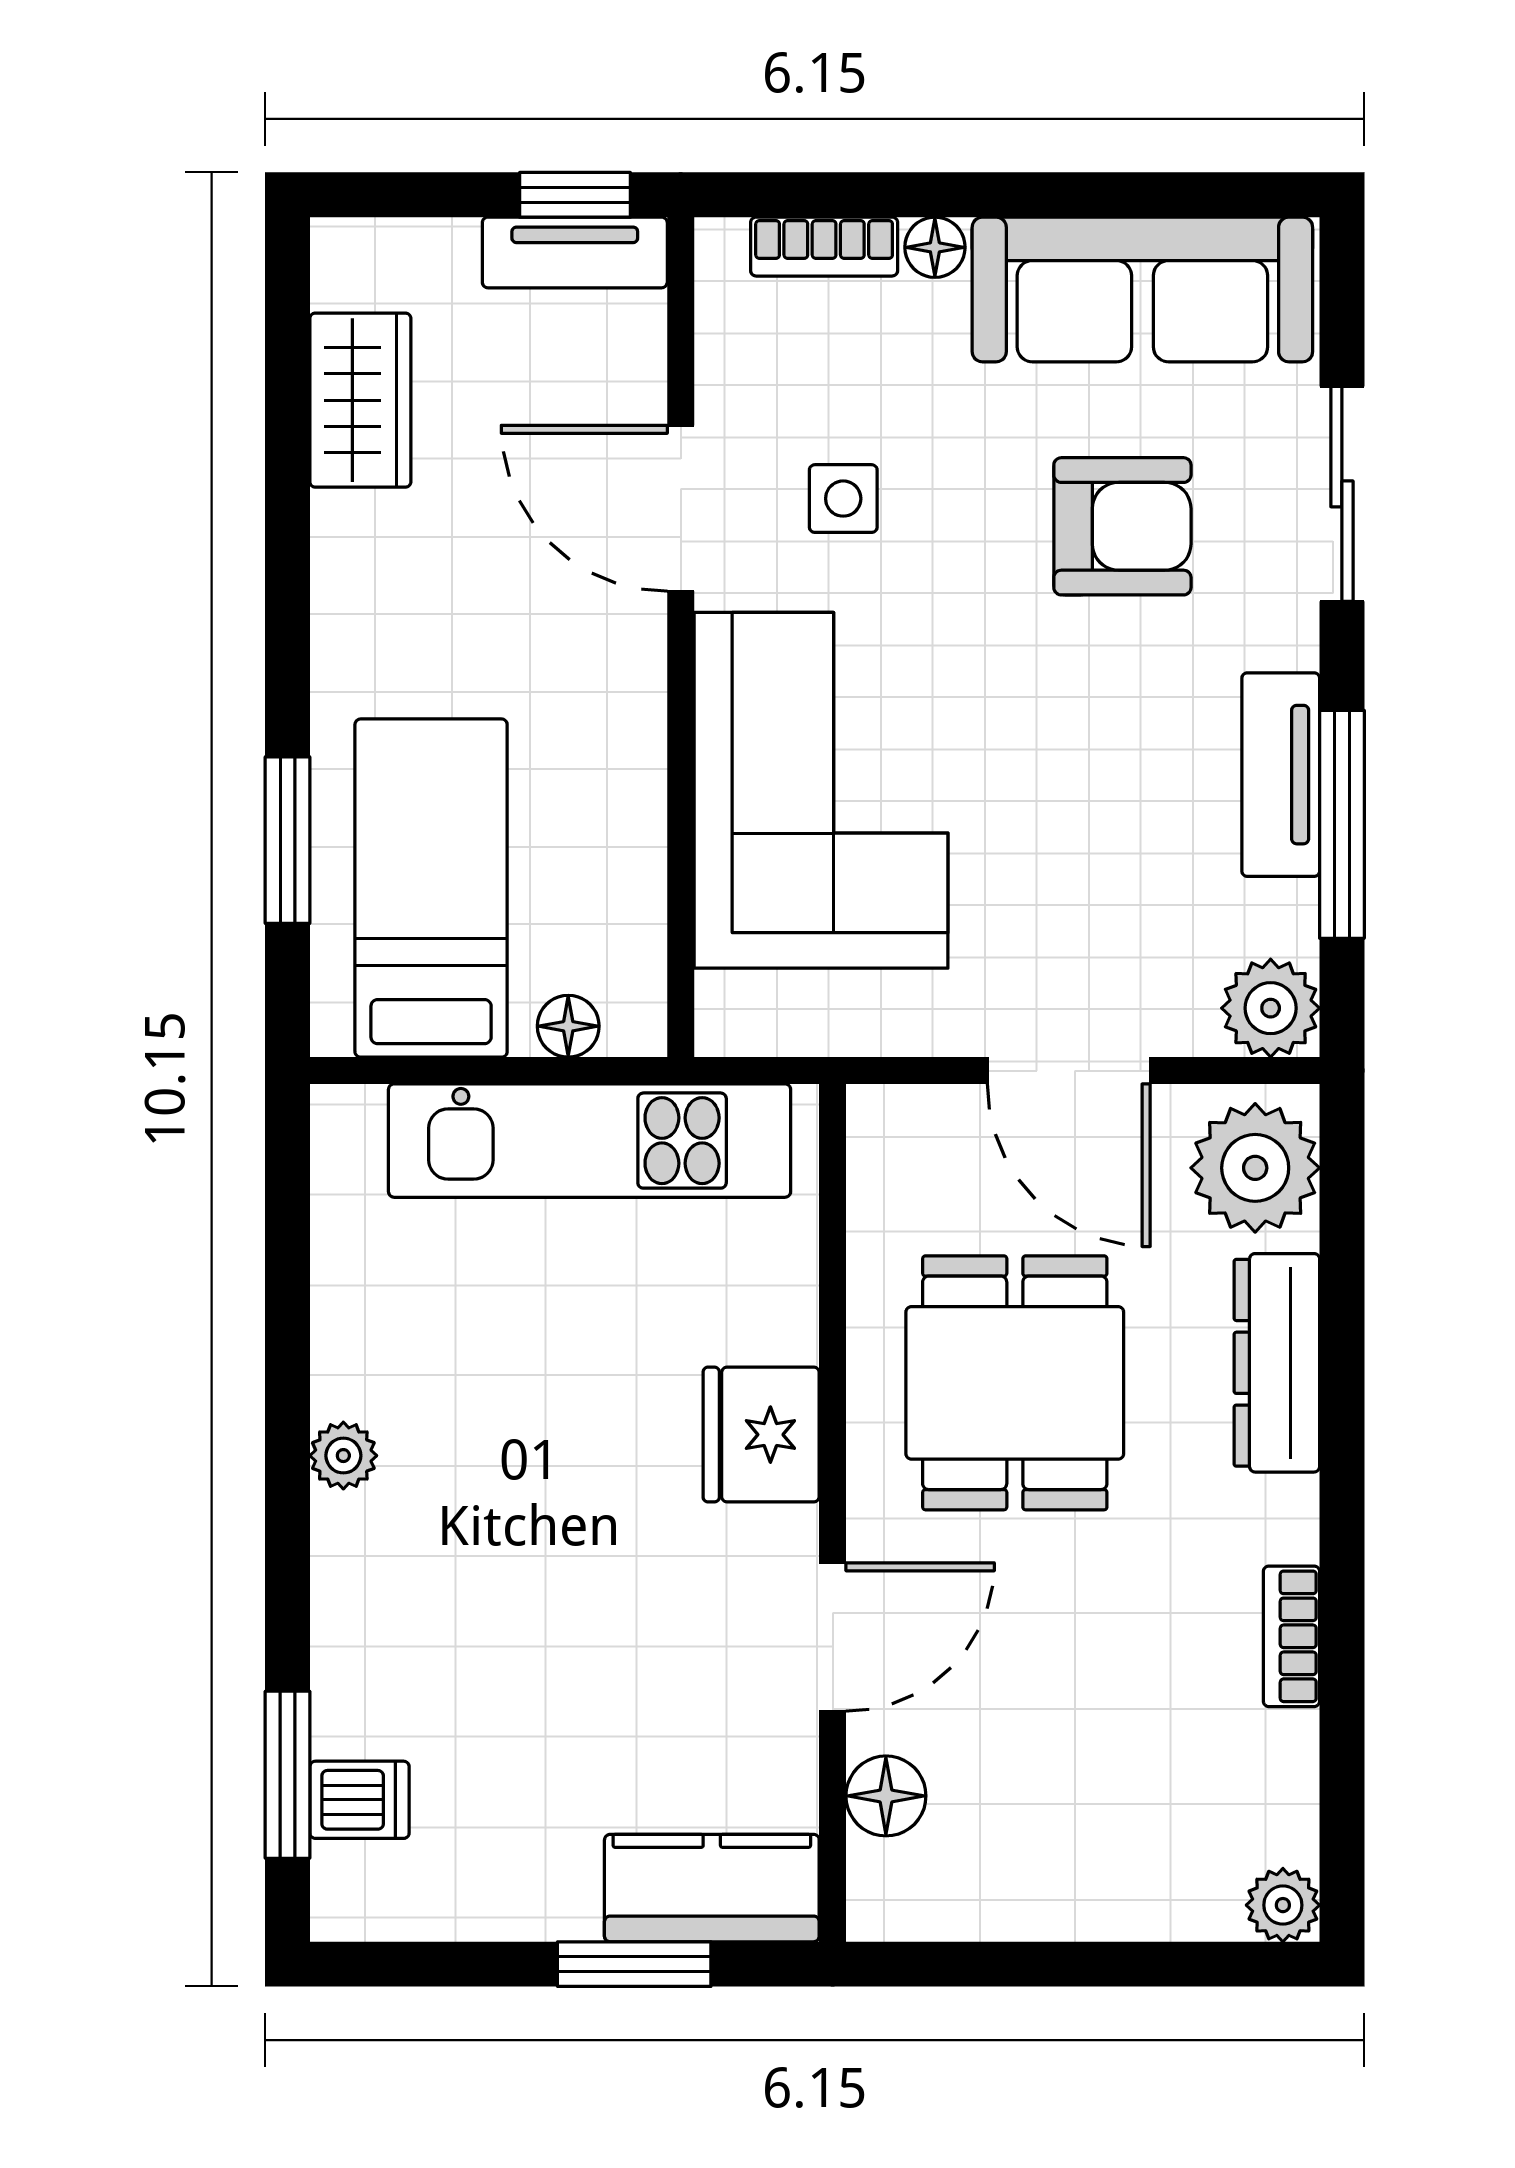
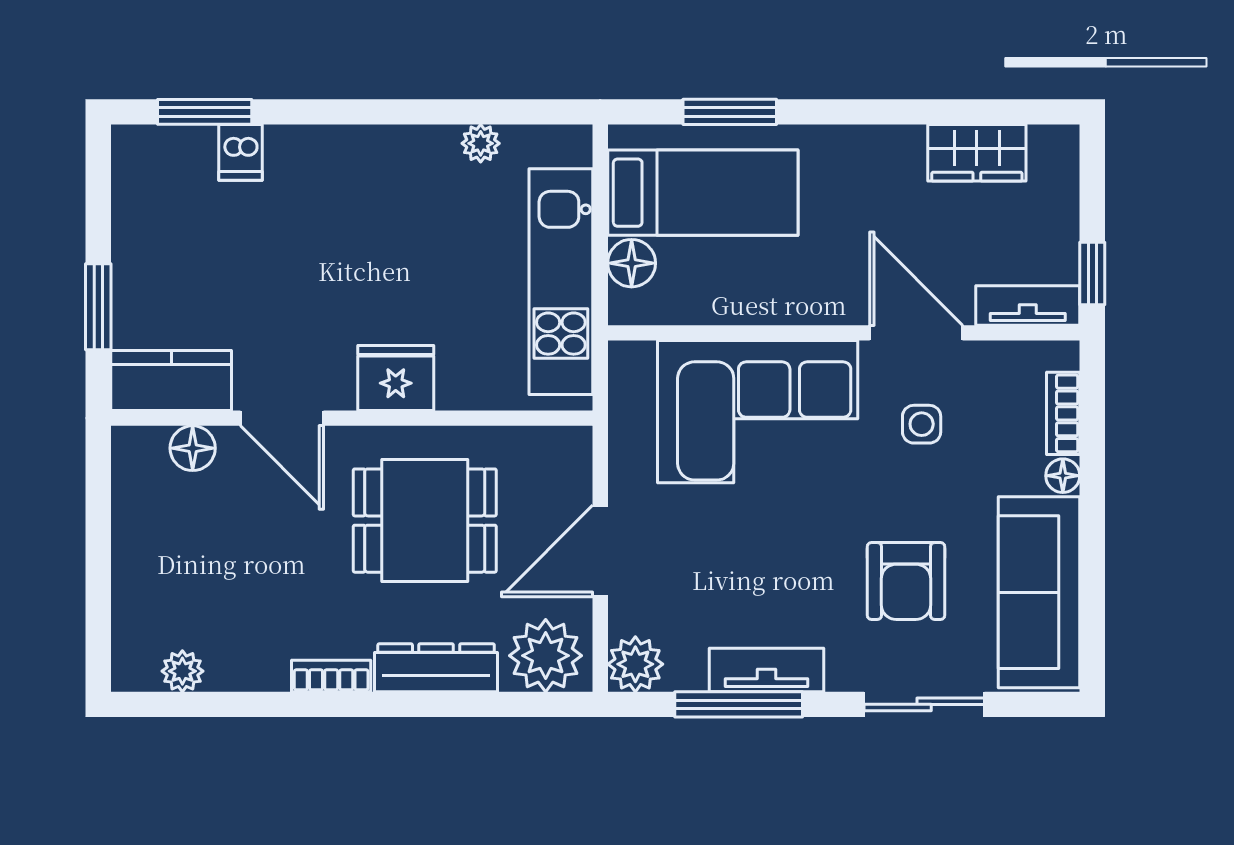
tv unit: (575, 252) -> (1028, 305), moved, turned 90
door: (681, 508) -> (916, 333), hinge flipped
floor lamp: (568, 1026) -> (632, 263), width x1.37, depth x1.37
plant: (343, 1456) -> (481, 143), moved
bookcase: (1291, 1636) -> (331, 676), moved
dishwasher: (360, 1800) -> (241, 152), moved
kitchen counter: (712, 1888) -> (171, 380), moved, turned -90
plant: (1283, 1905) -> (182, 671), moved

